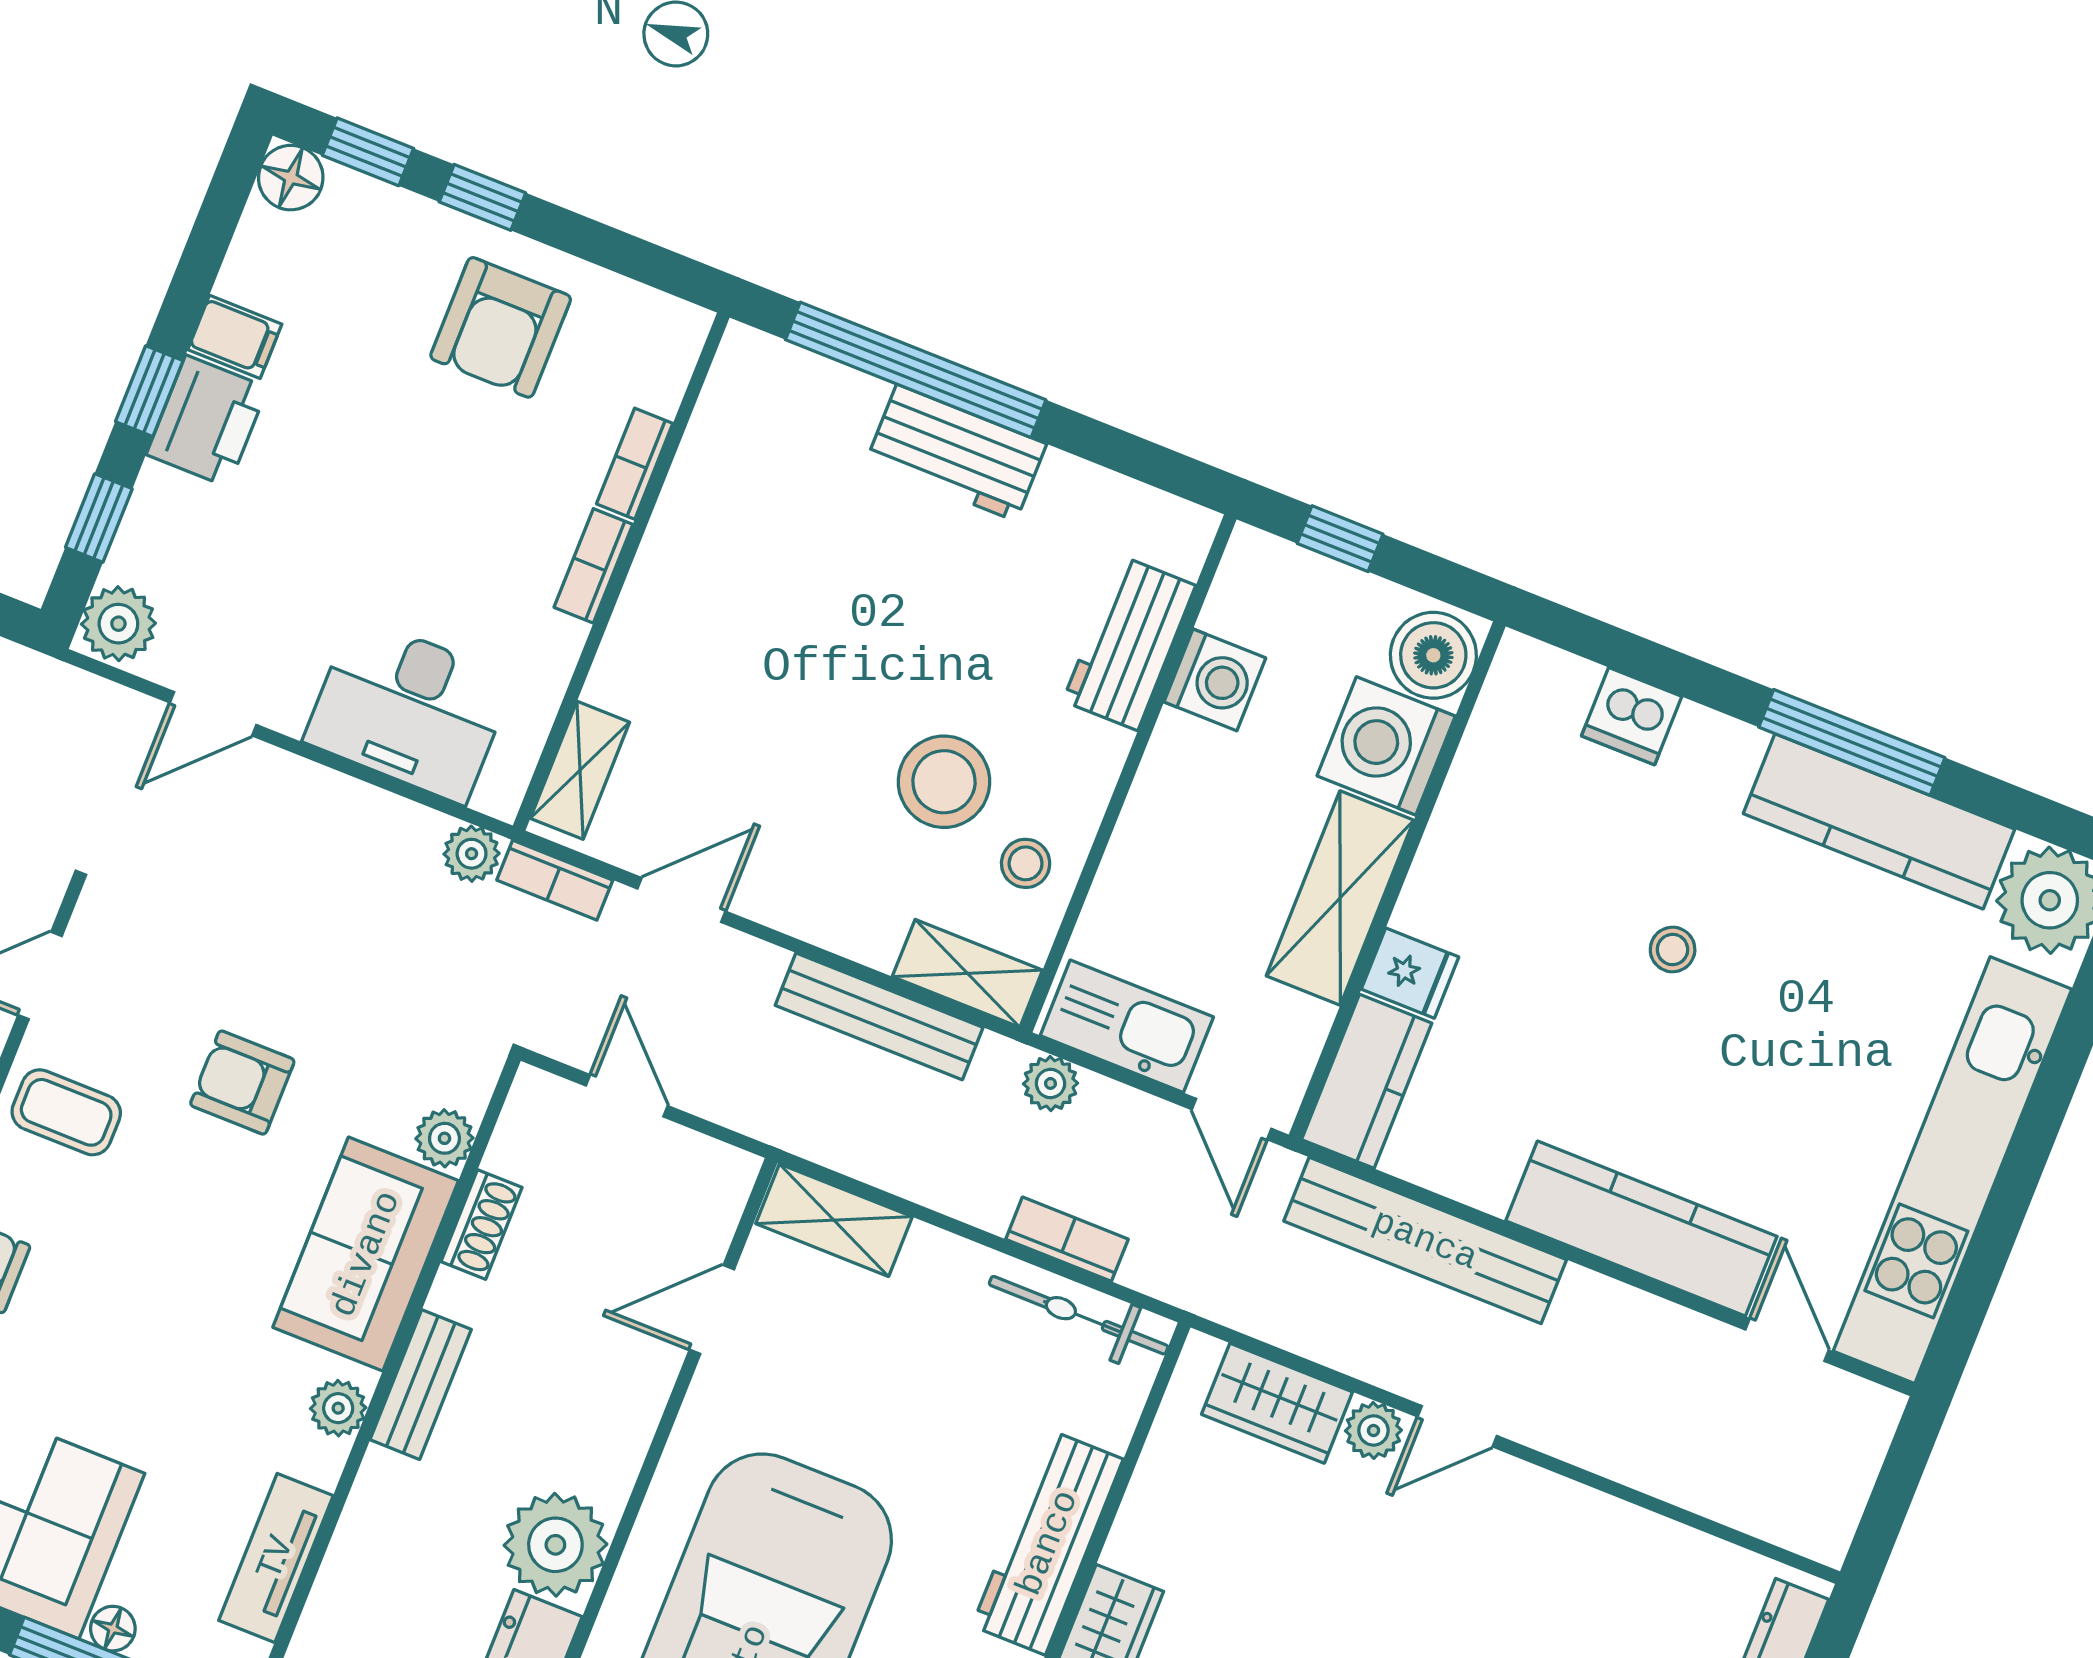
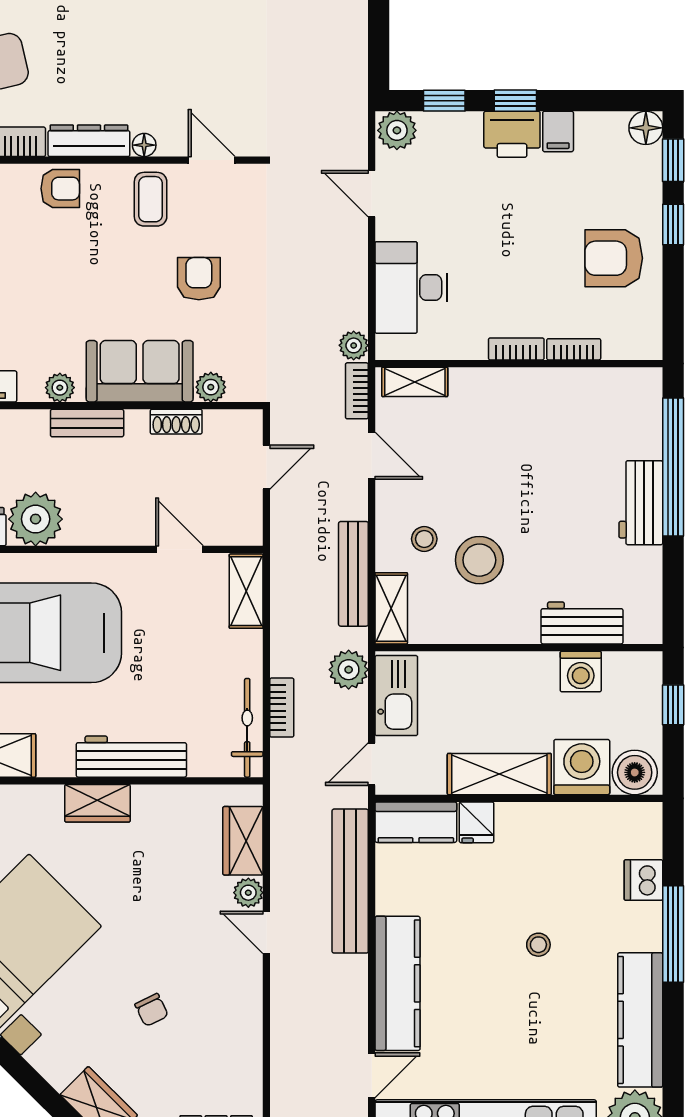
window: (1852, 742) -> (673, 934), moved
stool: (1026, 863) -> (424, 539), moved
plant: (1050, 1083) -> (349, 670), width x1.38, depth x1.38

